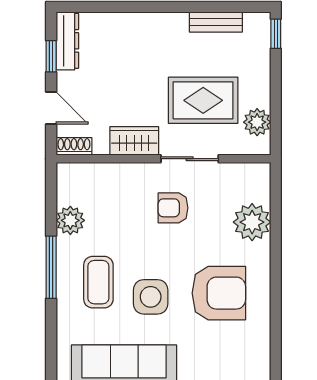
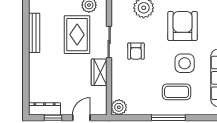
bench: (216, 22) -> (34, 33), width x1.36
shoe rack: (74, 146) -> (102, 105), removed
plant: (70, 220) -> (119, 107), moved

